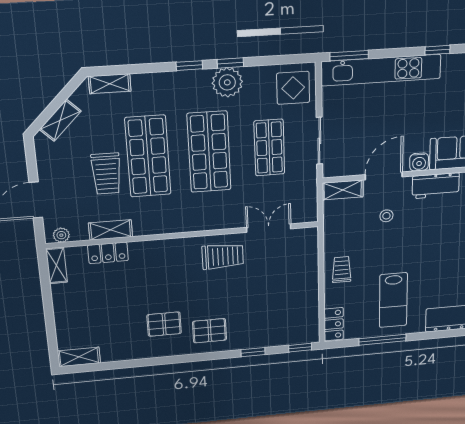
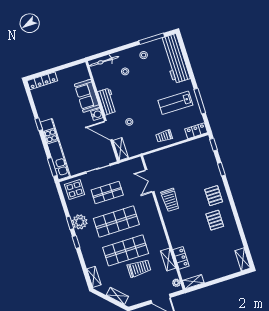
trolley: (223, 256) -> (170, 200), turned 180
lab bench: (393, 300) -> (175, 103), turned 180

